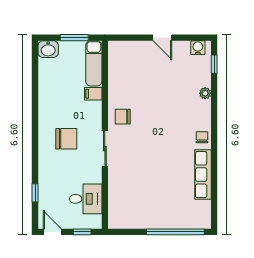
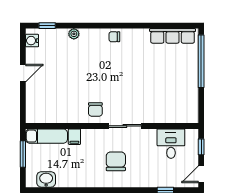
washbasin: (48, 49) -> (46, 179), moved, turned -90
row of seats: (203, 175) -> (173, 36), moved

